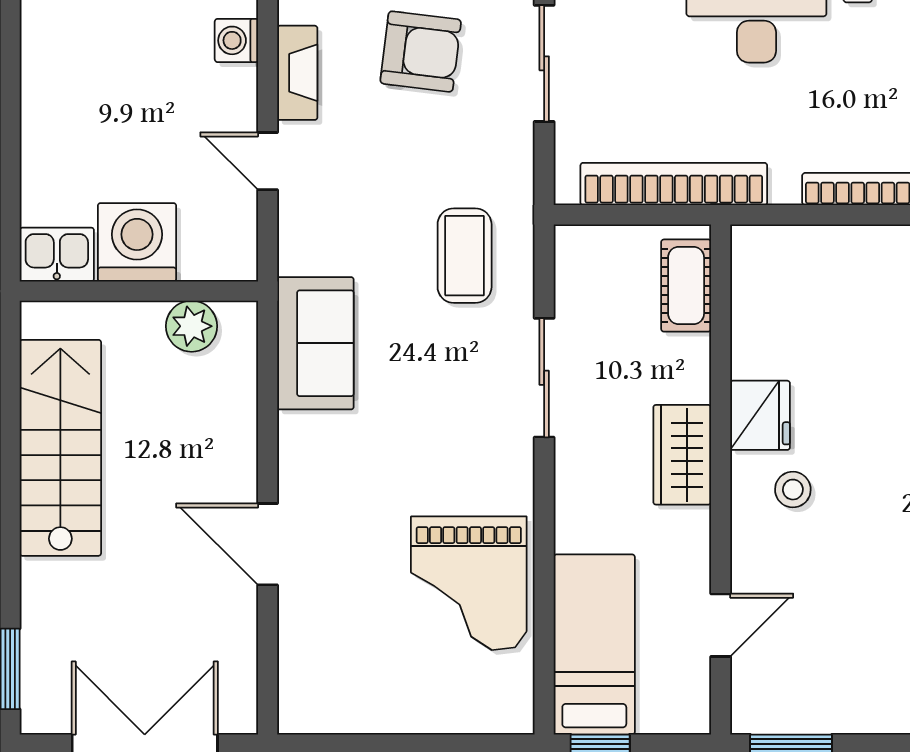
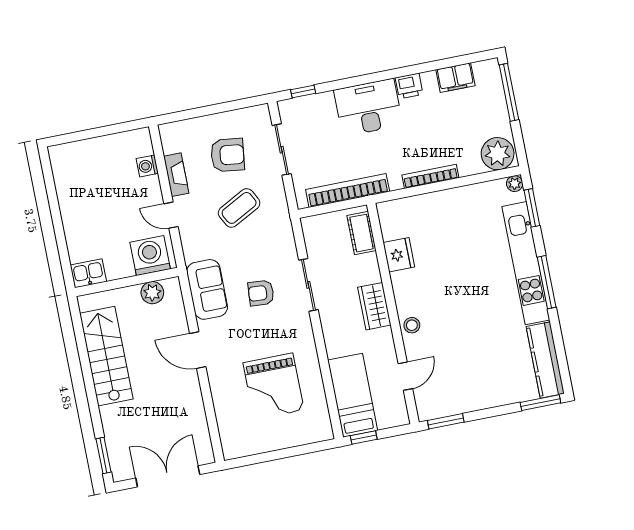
washing machine: (137, 242) -> (150, 256), moved
coffee table: (465, 256) -> (239, 208), moved, turned 62
armchair: (435, 375) -> (261, 293), added
fridge: (760, 415) -> (399, 255), moved
stool: (793, 490) -> (412, 325), moved
door: (268, 544) -> (198, 350), moved
grand piano: (469, 583) -> (274, 386), moved

